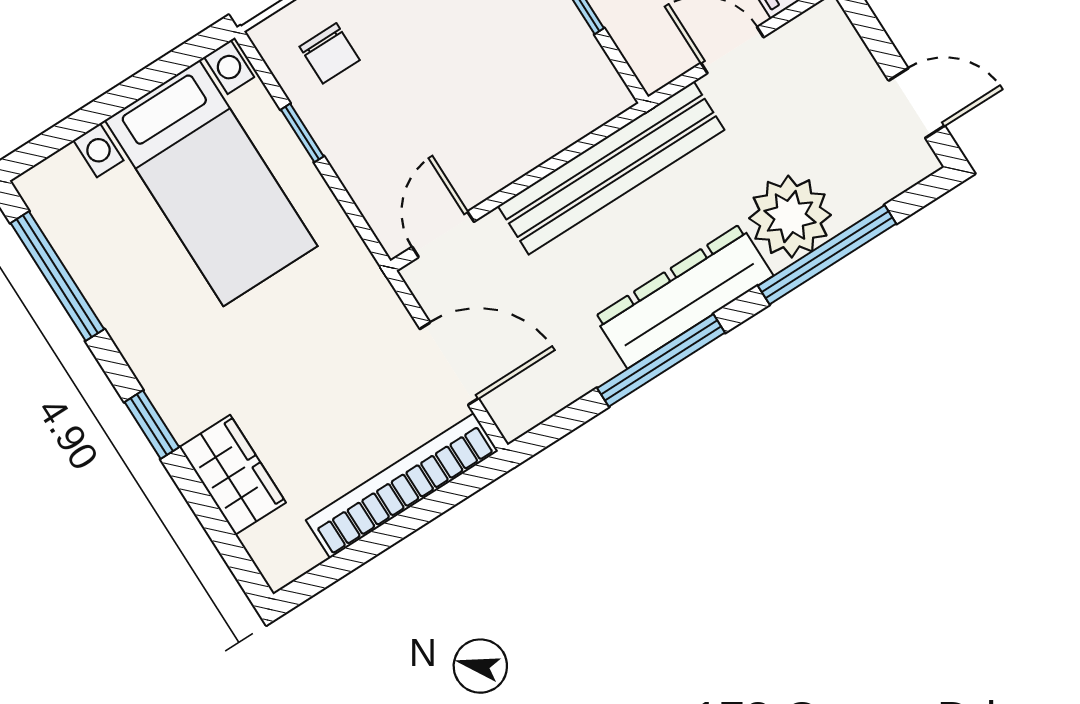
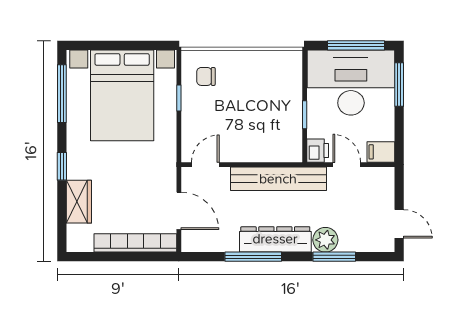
chair: (330, 53) -> (206, 76), turned 90
printer: (654, 59) -> (318, 151), added
bed with nightstands: (211, 183) -> (122, 95), width x1.36
plant: (790, 217) -> (325, 240), width x0.73, depth x0.73
window: (827, 255) -> (334, 257), width x0.69

